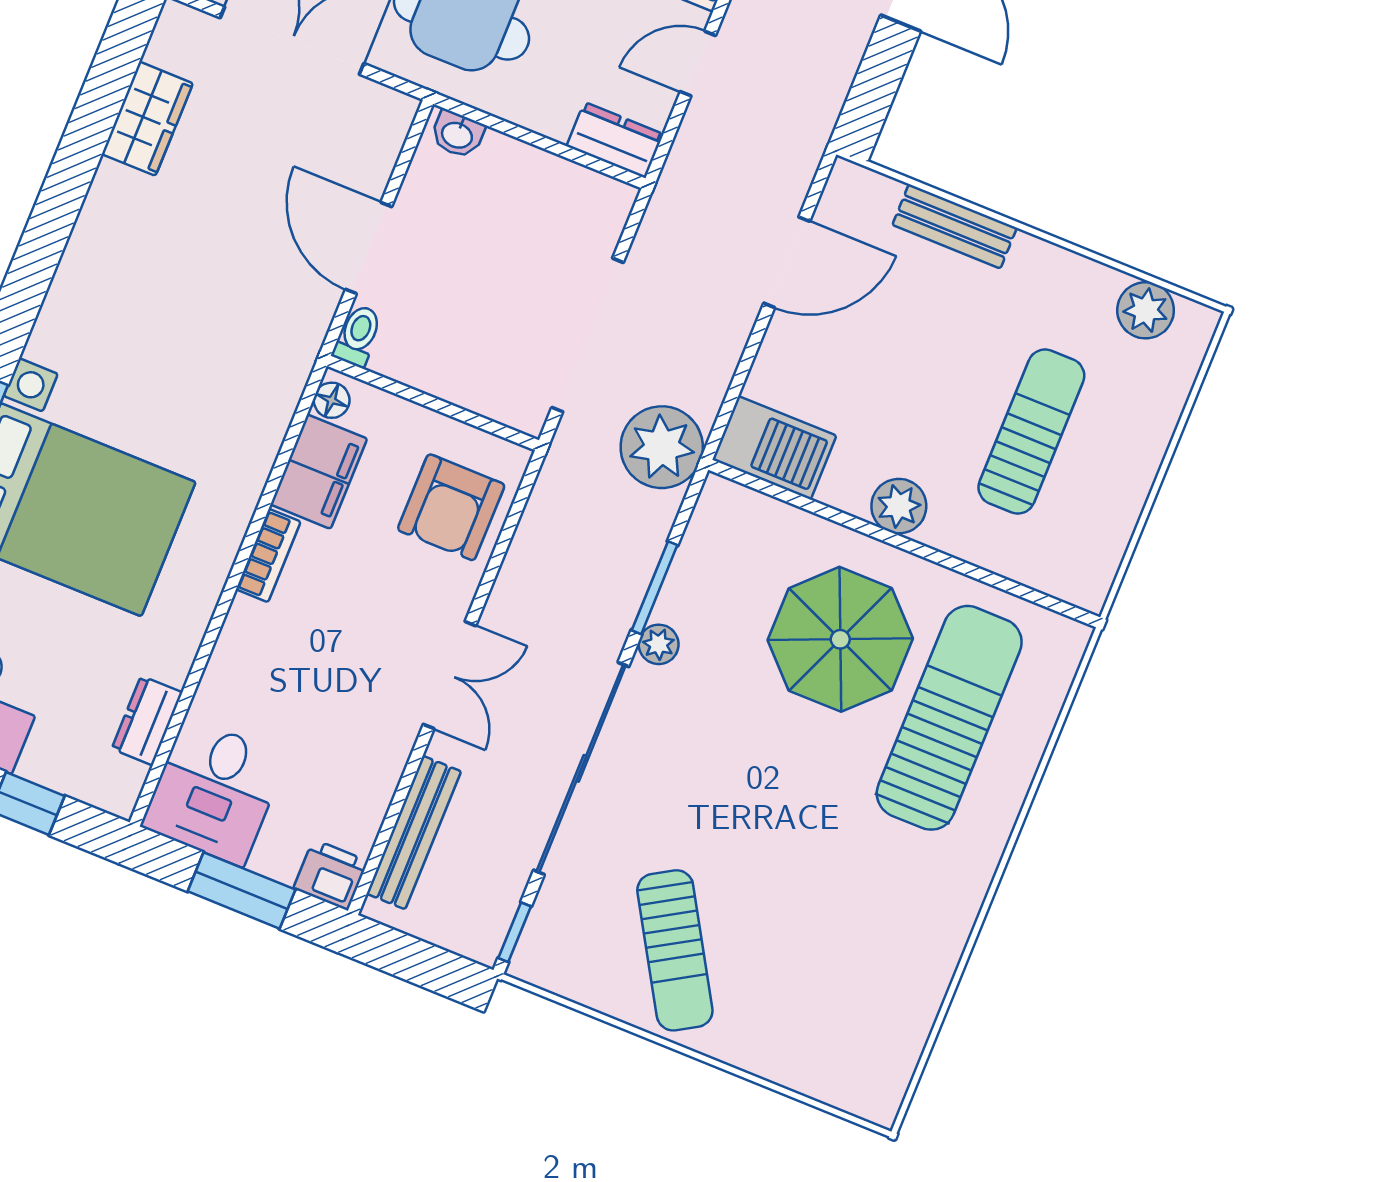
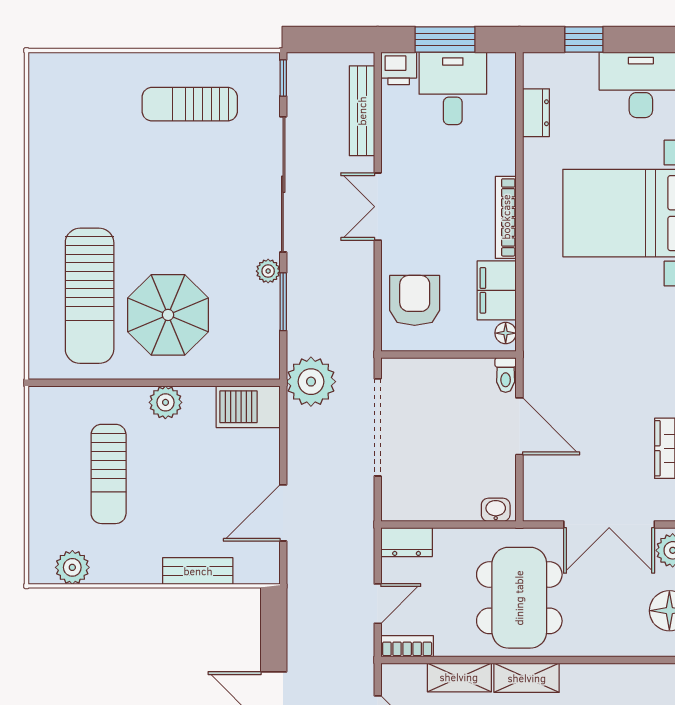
bookcase: (268, 555) -> (506, 217), width x1.56
desk: (214, 791) -> (453, 88), moved
sun lounger: (675, 950) -> (190, 104), turned -59

